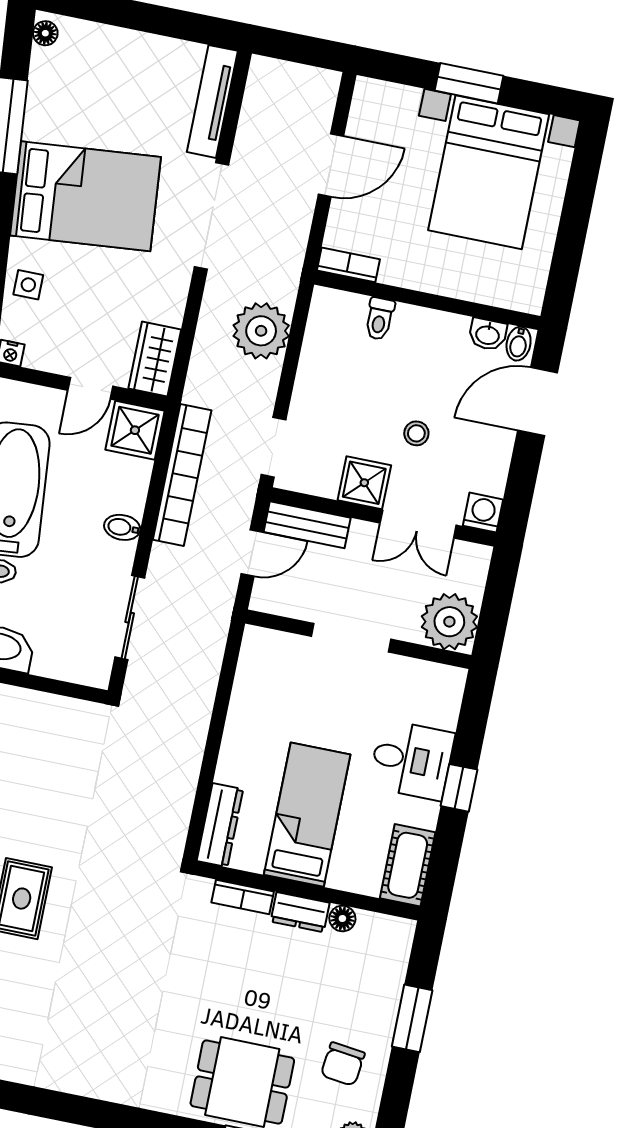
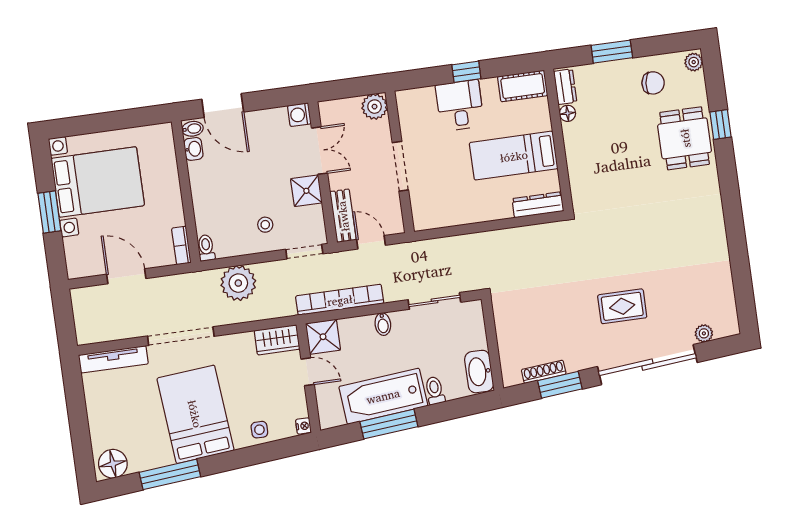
floor lamp: (45, 33) -> (113, 464), width x1.89, depth x1.89
toilet: (380, 319) -> (206, 248), moved, turned -90
stool: (416, 433) -> (265, 225), moved
plant: (449, 622) -> (375, 107), width x0.73, depth x0.73
bookcase: (243, 897) -> (576, 176), removed
dresser: (300, 912) -> (565, 87), moved

